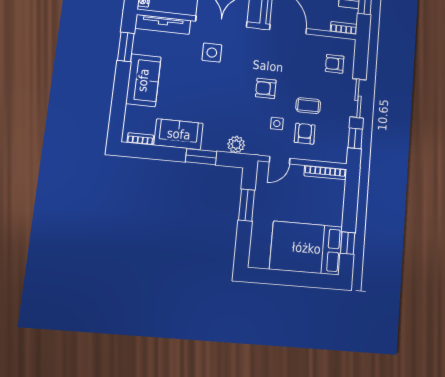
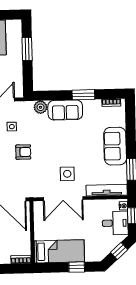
sofa: (179, 134) -> (65, 110), moved
window: (201, 157) -> (83, 95), moved
window: (247, 205) -> (27, 49), moved

